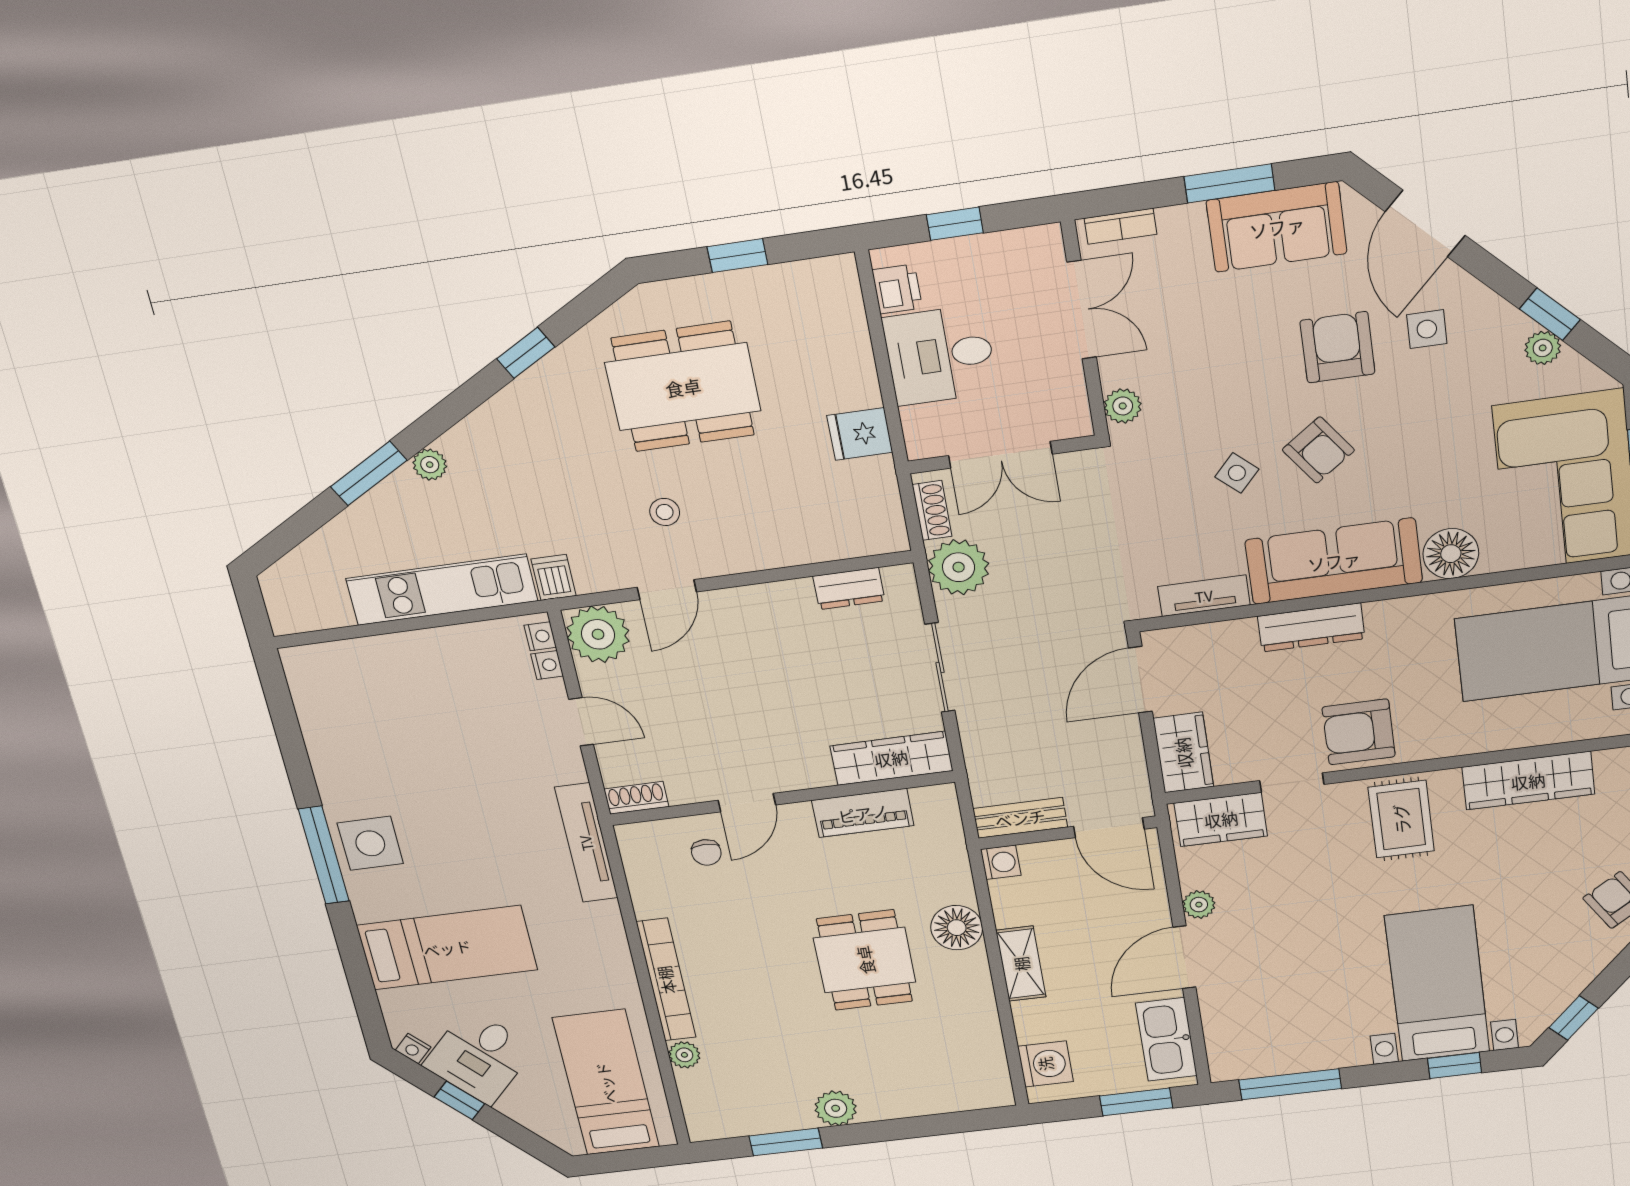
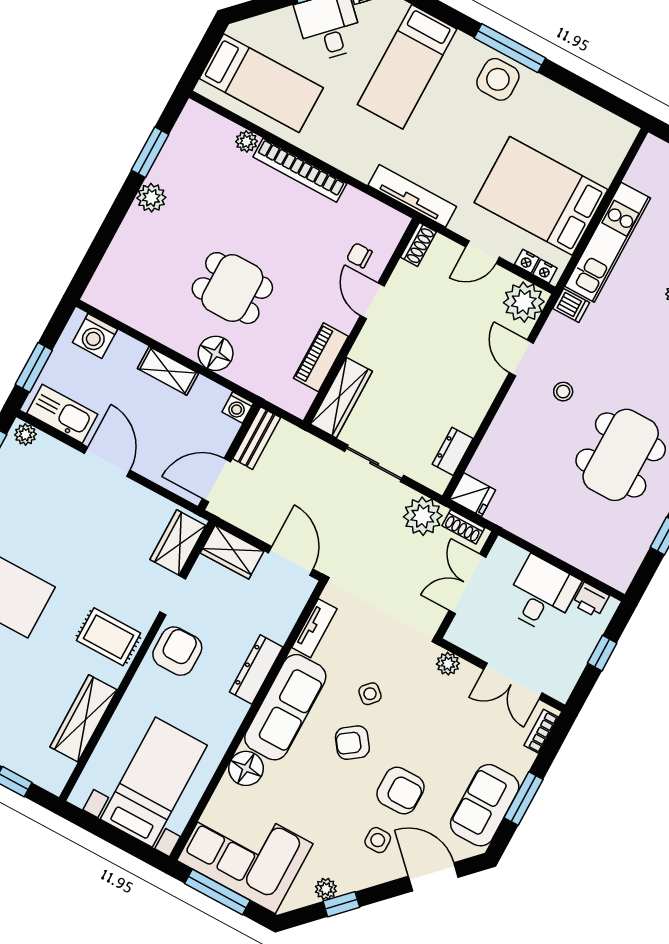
fridge: (860, 434) -> (473, 495), moved, turned 90
bed: (457, 703) -> (541, 196), added
plant: (1199, 905) -> (25, 434), moved

